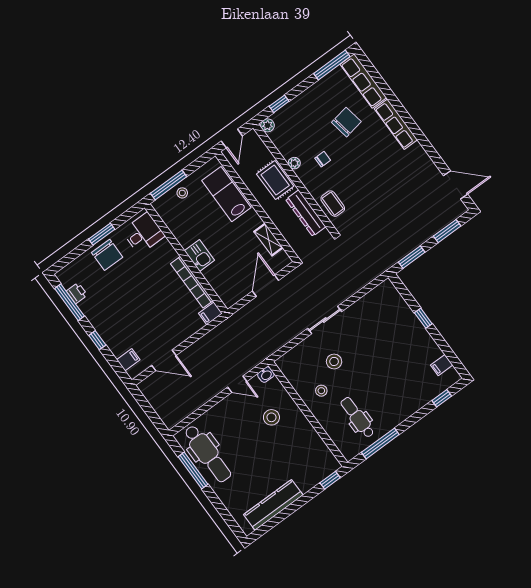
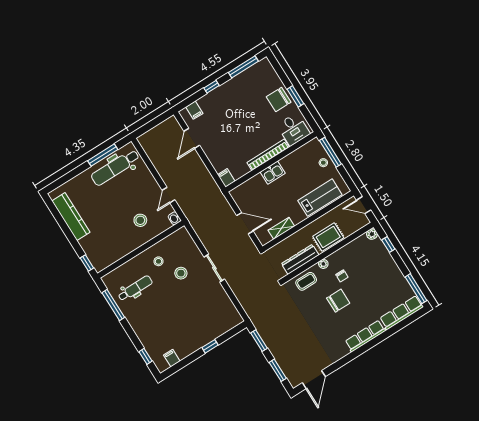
chair: (346, 122) -> (338, 301), moved, turned -80
plant: (294, 163) -> (323, 264), moved
bookcase: (192, 282) -> (268, 155), moved
printer: (77, 293) -> (250, 73), removed

